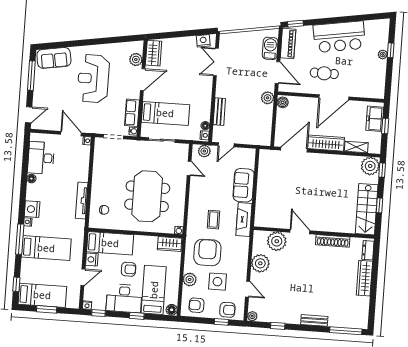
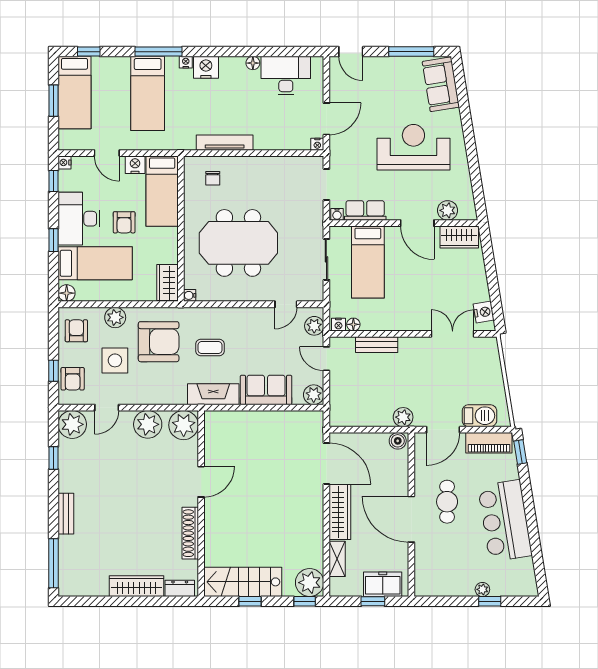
plant: (249, 155) -> (314, 395), added
plant: (277, 241) -> (184, 425), moved
plant: (252, 316) -> (72, 424), width x1.88, depth x1.88

